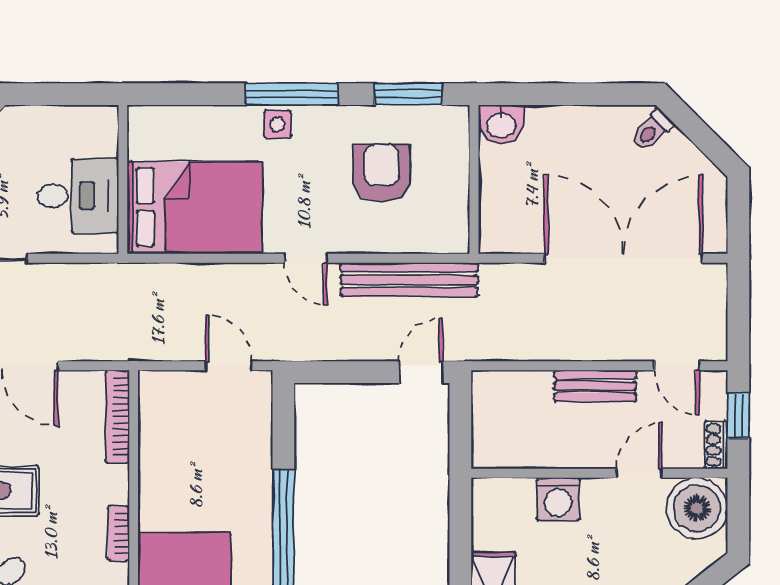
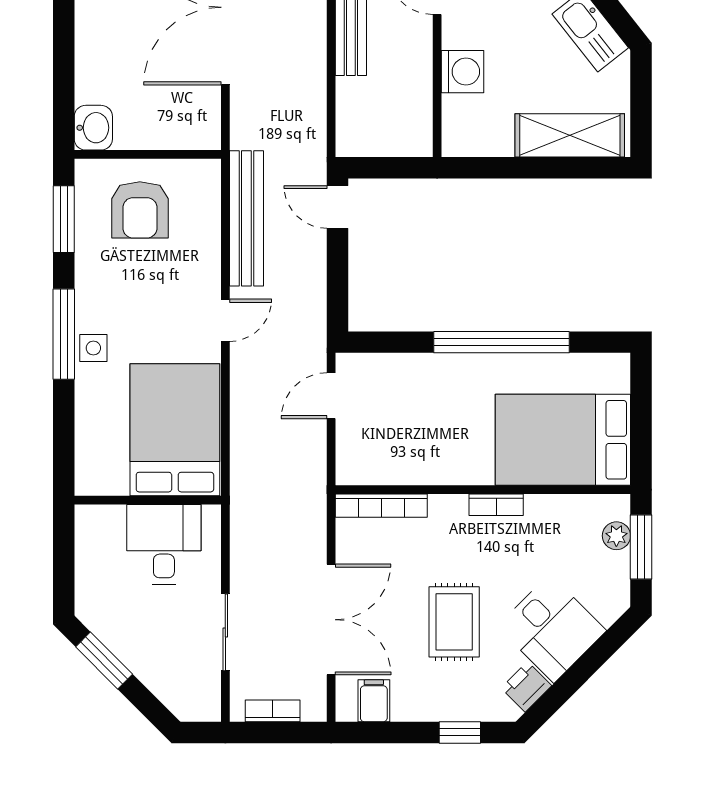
armchair: (382, 173) -> (140, 210), moved, turned -90

